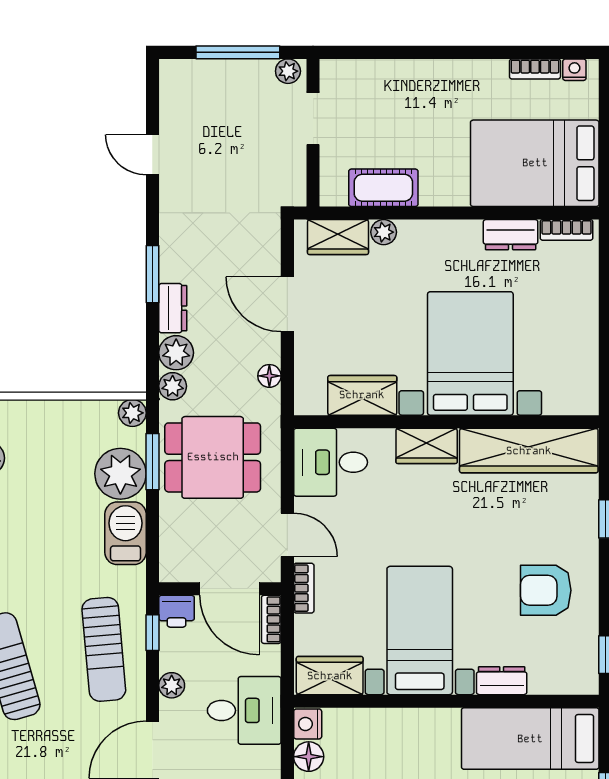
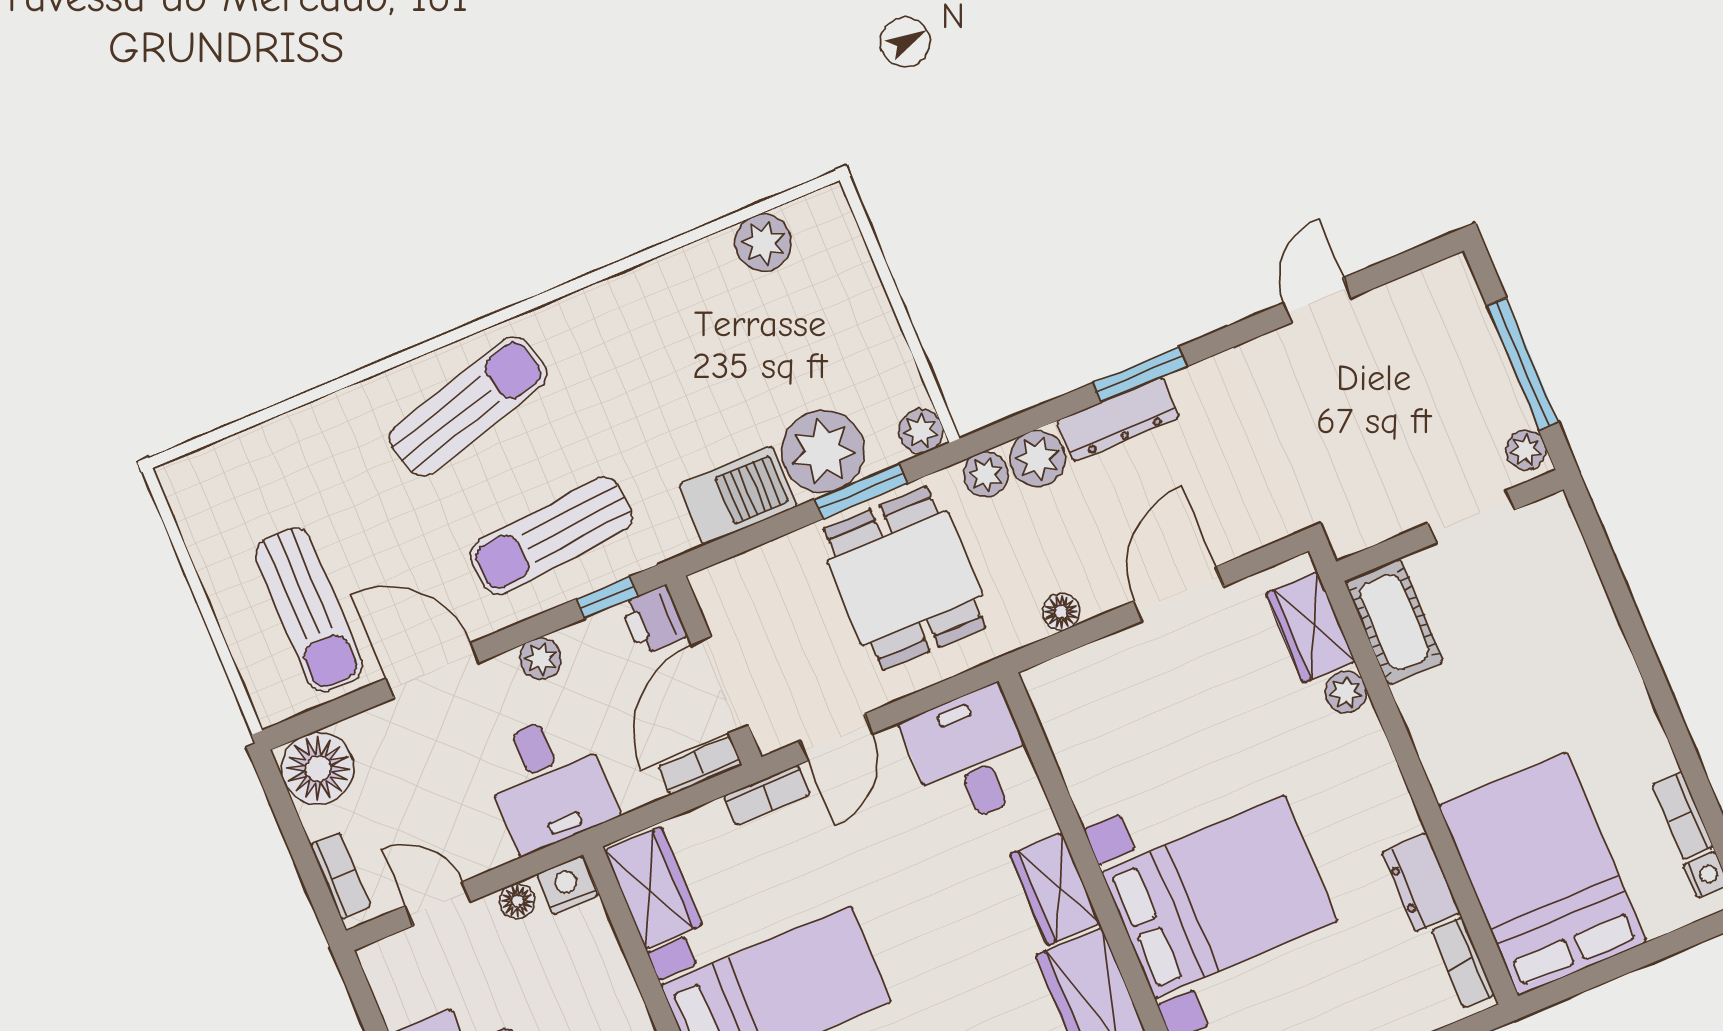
cot: (383, 188) -> (1394, 622), moved
dresser: (173, 308) -> (1118, 419), width x1.44
wardrobe: (362, 395) -> (1090, 762), removed
floor lamp: (309, 757) -> (517, 901), width x0.73, depth x0.73

